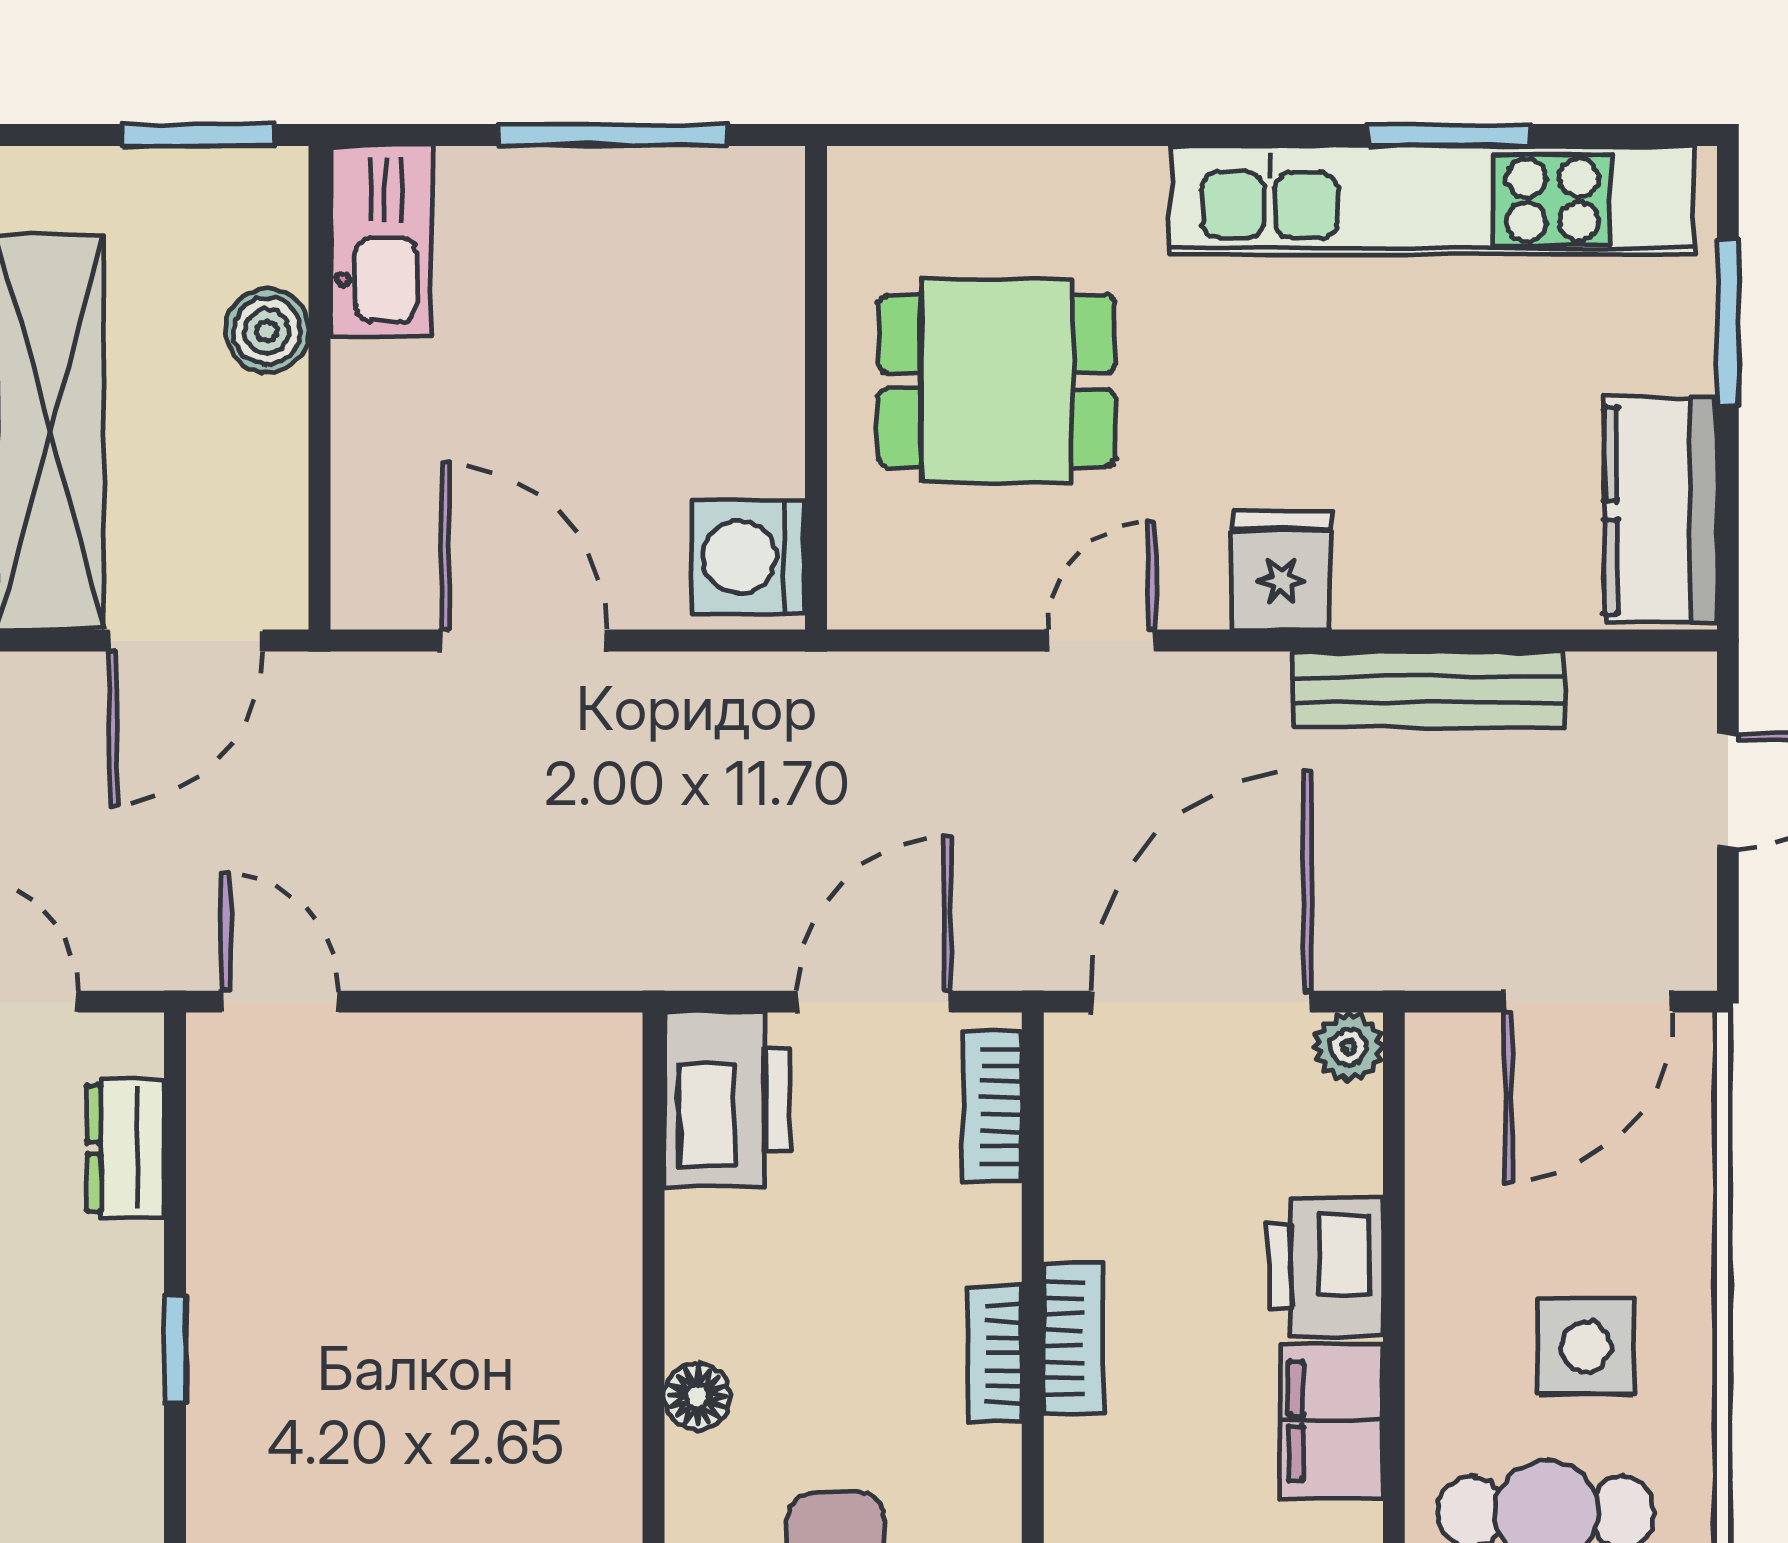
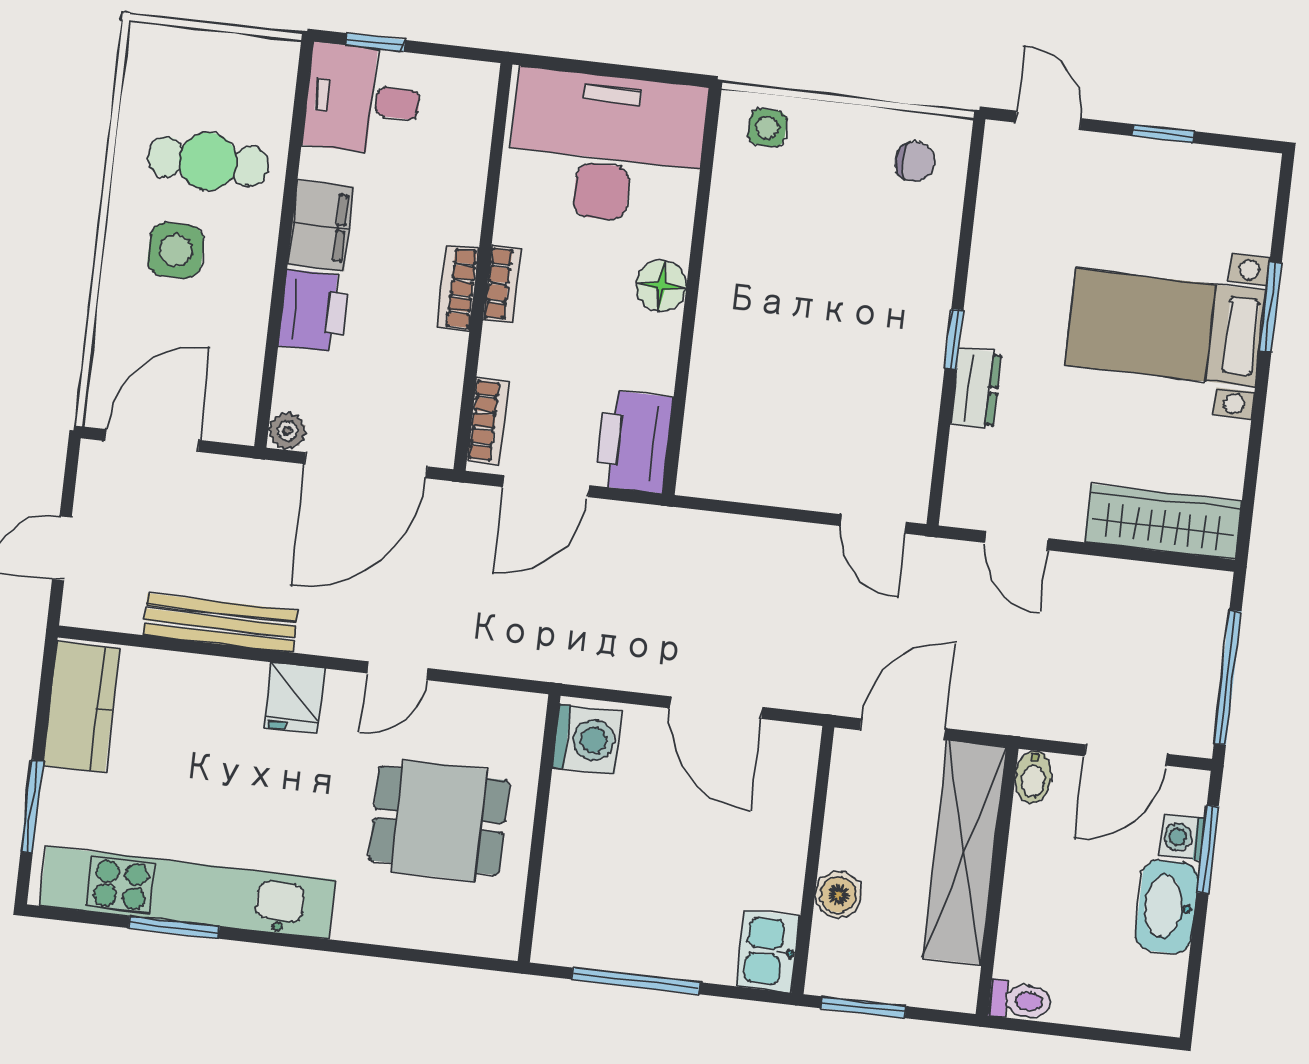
kitchen sink: (381, 241) -> (768, 951), width x0.73
dresser: (125, 1148) -> (976, 388), moved
floor lamp: (697, 1396) -> (661, 286), width x1.37, depth x1.37

